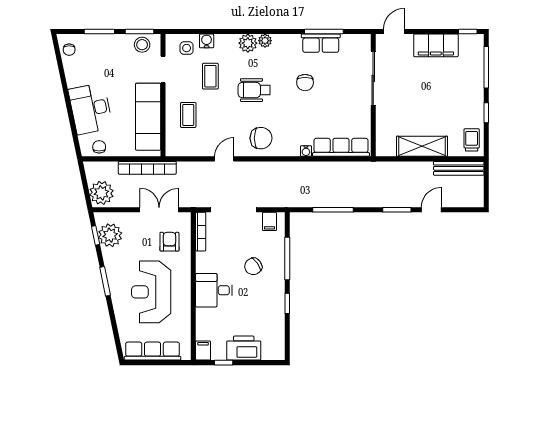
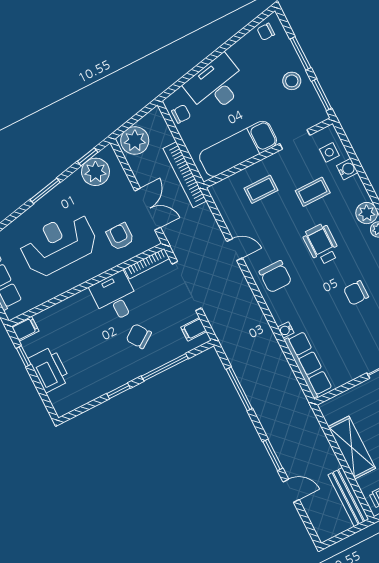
stool: (142, 45) -> (292, 81), moved
armchair: (169, 242) -> (120, 237), turned -90
desk: (214, 290) -> (115, 297), moved

